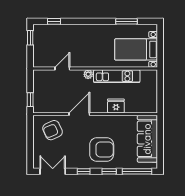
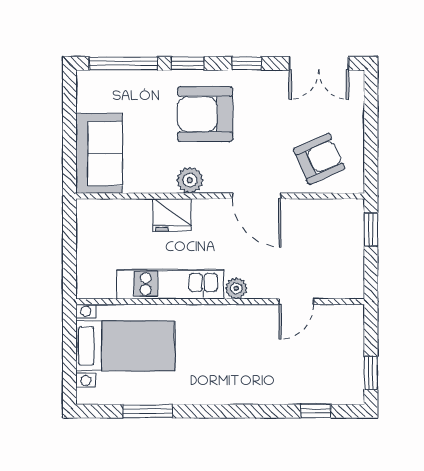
door: (79, 114) -> (257, 196), hinge flipped
plant: (108, 121) -> (190, 180), added
sofa: (147, 139) -> (99, 153), width x0.73

